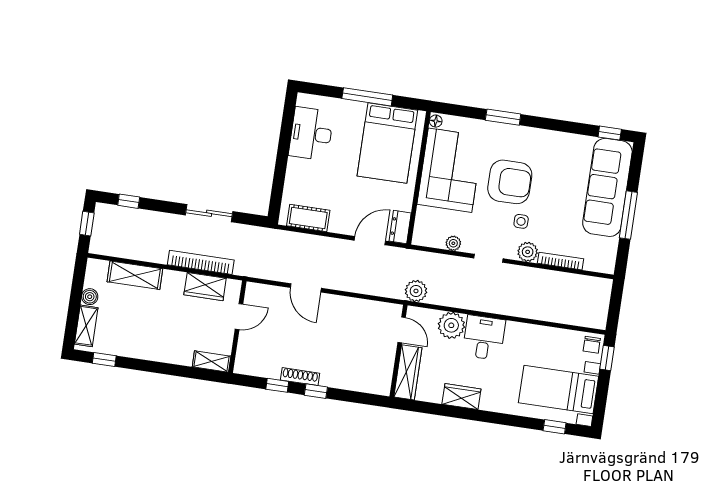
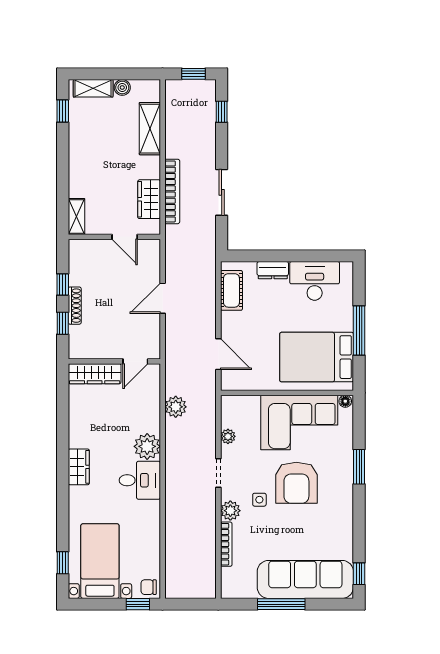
dresser: (400, 227) -> (273, 270), moved, turned 180
door: (402, 330) -> (135, 361), moved
wall: (398, 351) -> (114, 361), moved
wardrobe: (408, 372) -> (95, 374), moved

